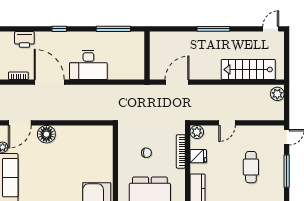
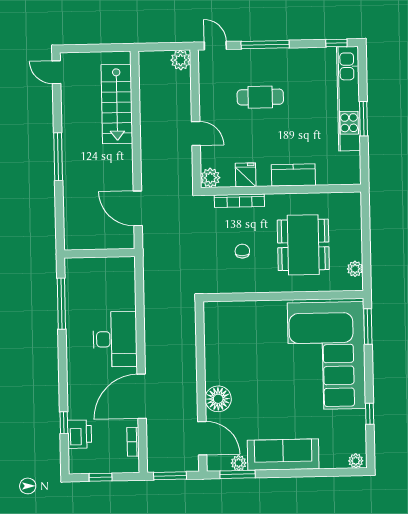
window: (59, 29) -> (64, 423), moved
plant: (277, 94) -> (181, 60), moved

